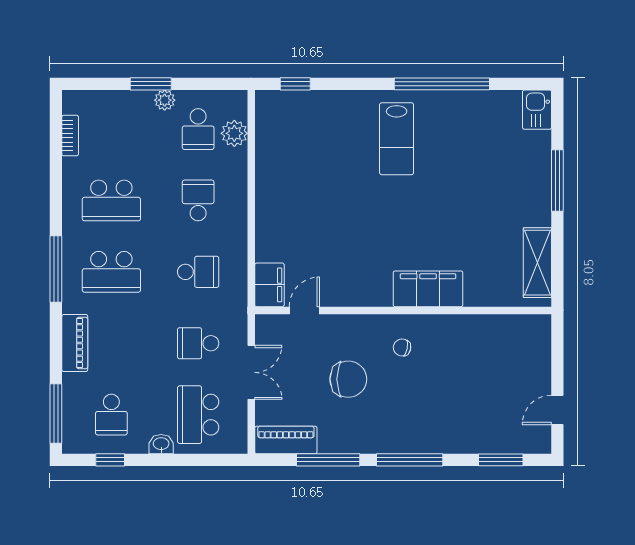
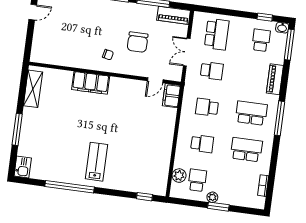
school desk: (198, 200) -> (202, 144), turned -90
chair: (348, 379) -> (138, 42), turned -90
washbasin: (161, 444) -> (282, 28), moved

